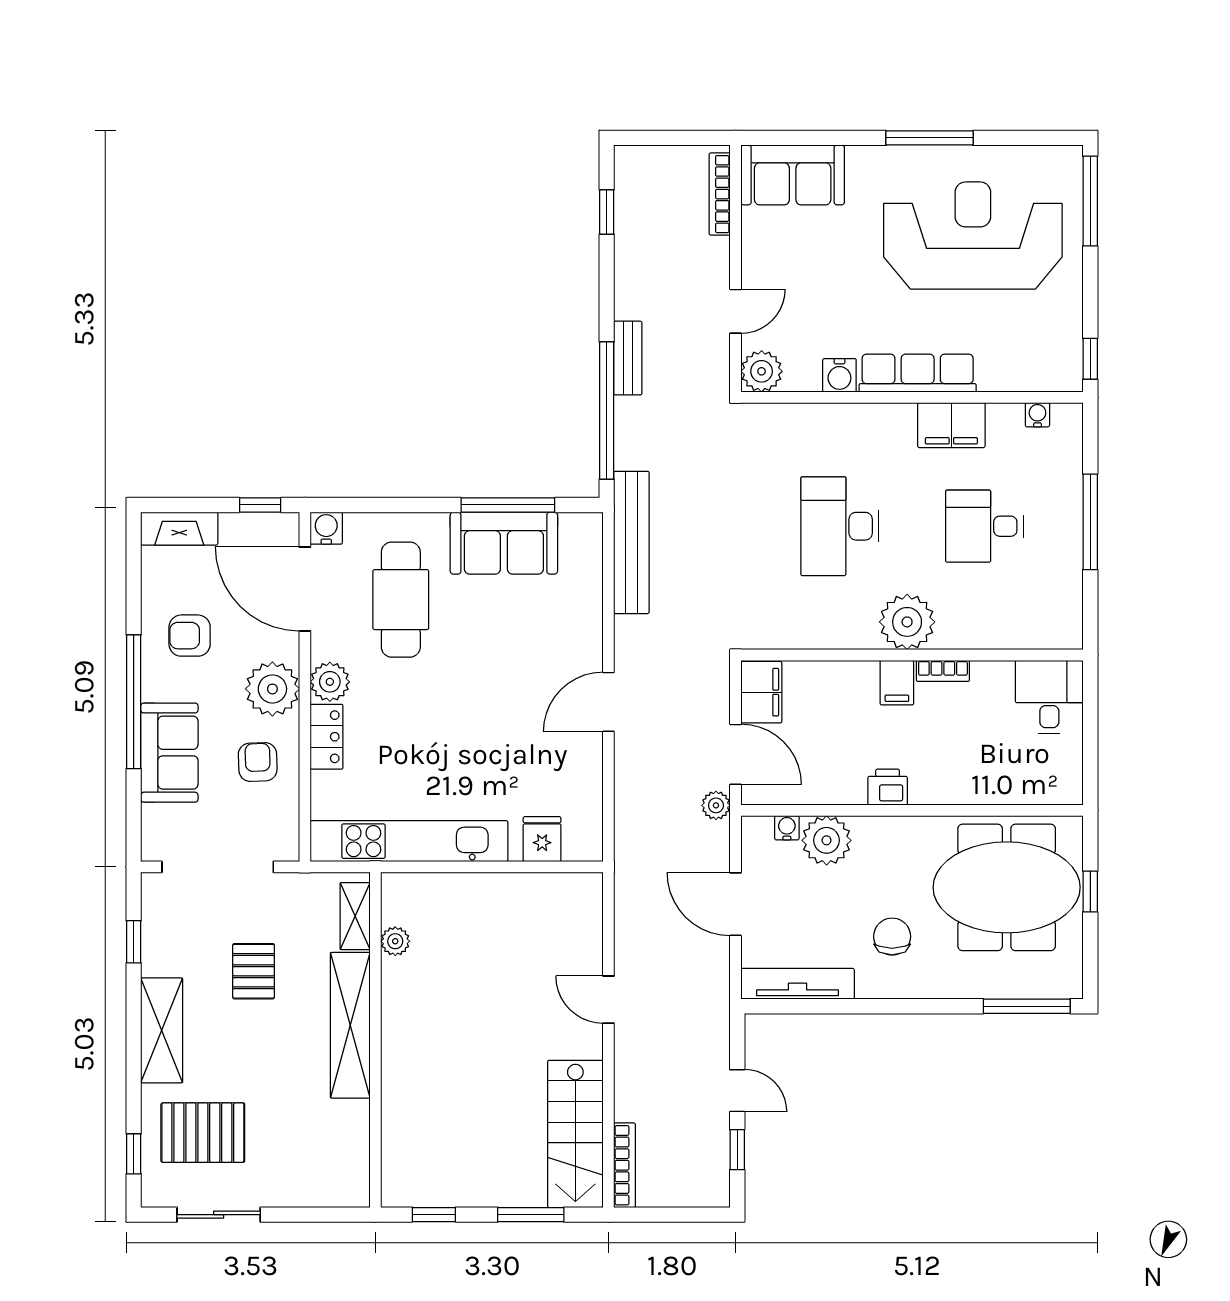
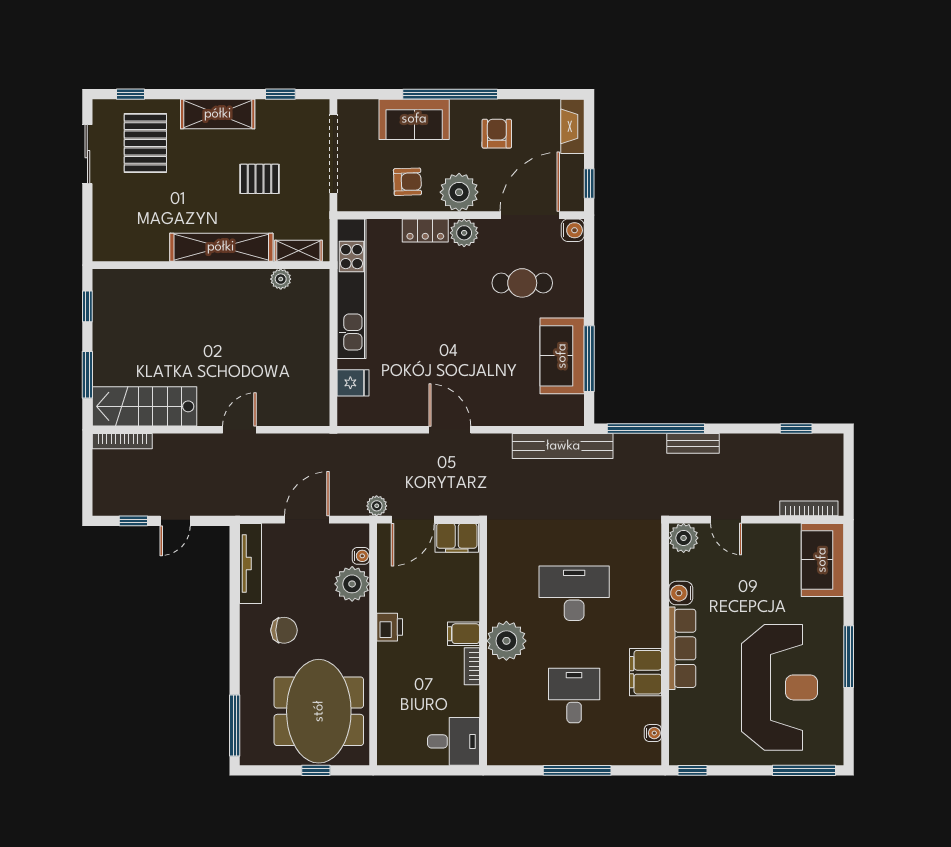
cafe table: (401, 600) -> (522, 283), width x0.73, depth x0.74

